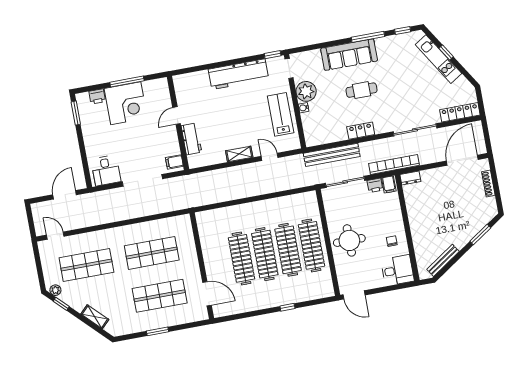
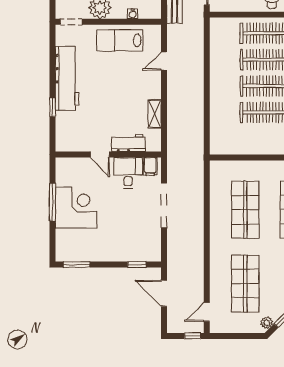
window: (273, 55) -> (53, 107), moved
printer: (97, 96) -> (63, 238), removed
water cooler: (304, 108) -> (133, 14), moved
shelving: (239, 154) -> (155, 114), moved
window: (86, 166) -> (137, 265), added
desk: (106, 170) -> (128, 173), moved, turned -90
window: (32, 227) -> (193, 336), added

